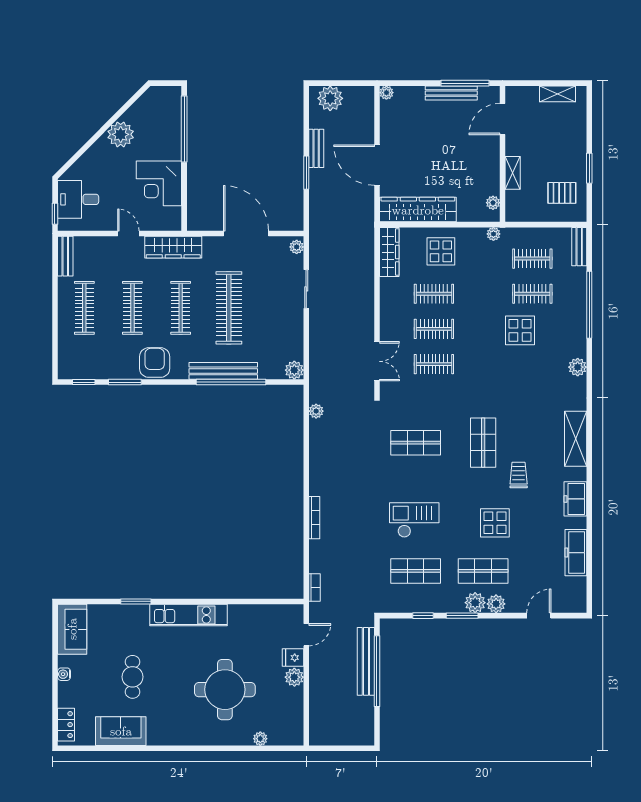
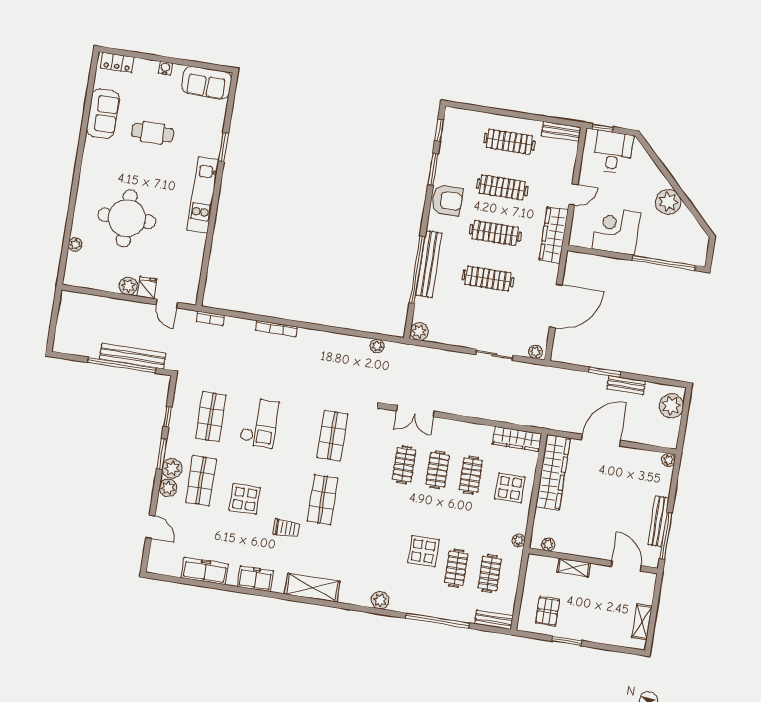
clothes rail: (229, 308) -> (488, 279), width x0.73, depth x0.76
shop shelf: (483, 443) -> (322, 500), turned 90

